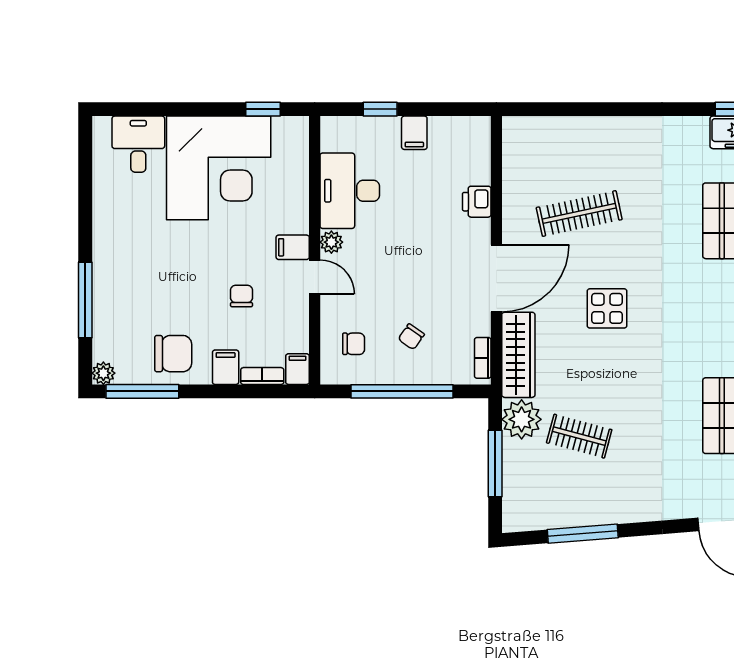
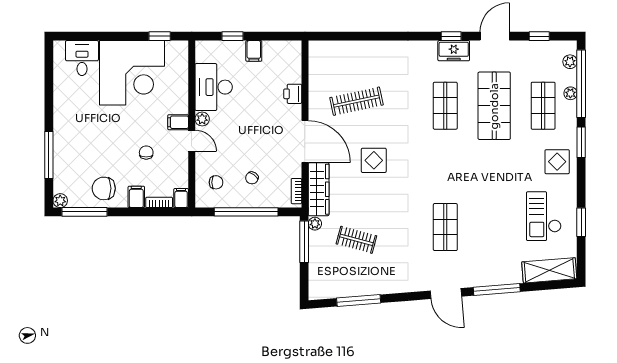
door: (496, 278) -> (305, 142), hinge flipped
chair: (173, 354) -> (104, 188), turned 180
plant: (522, 419) -> (315, 224), width x0.53, depth x0.53
window: (495, 464) -> (304, 242), moved

